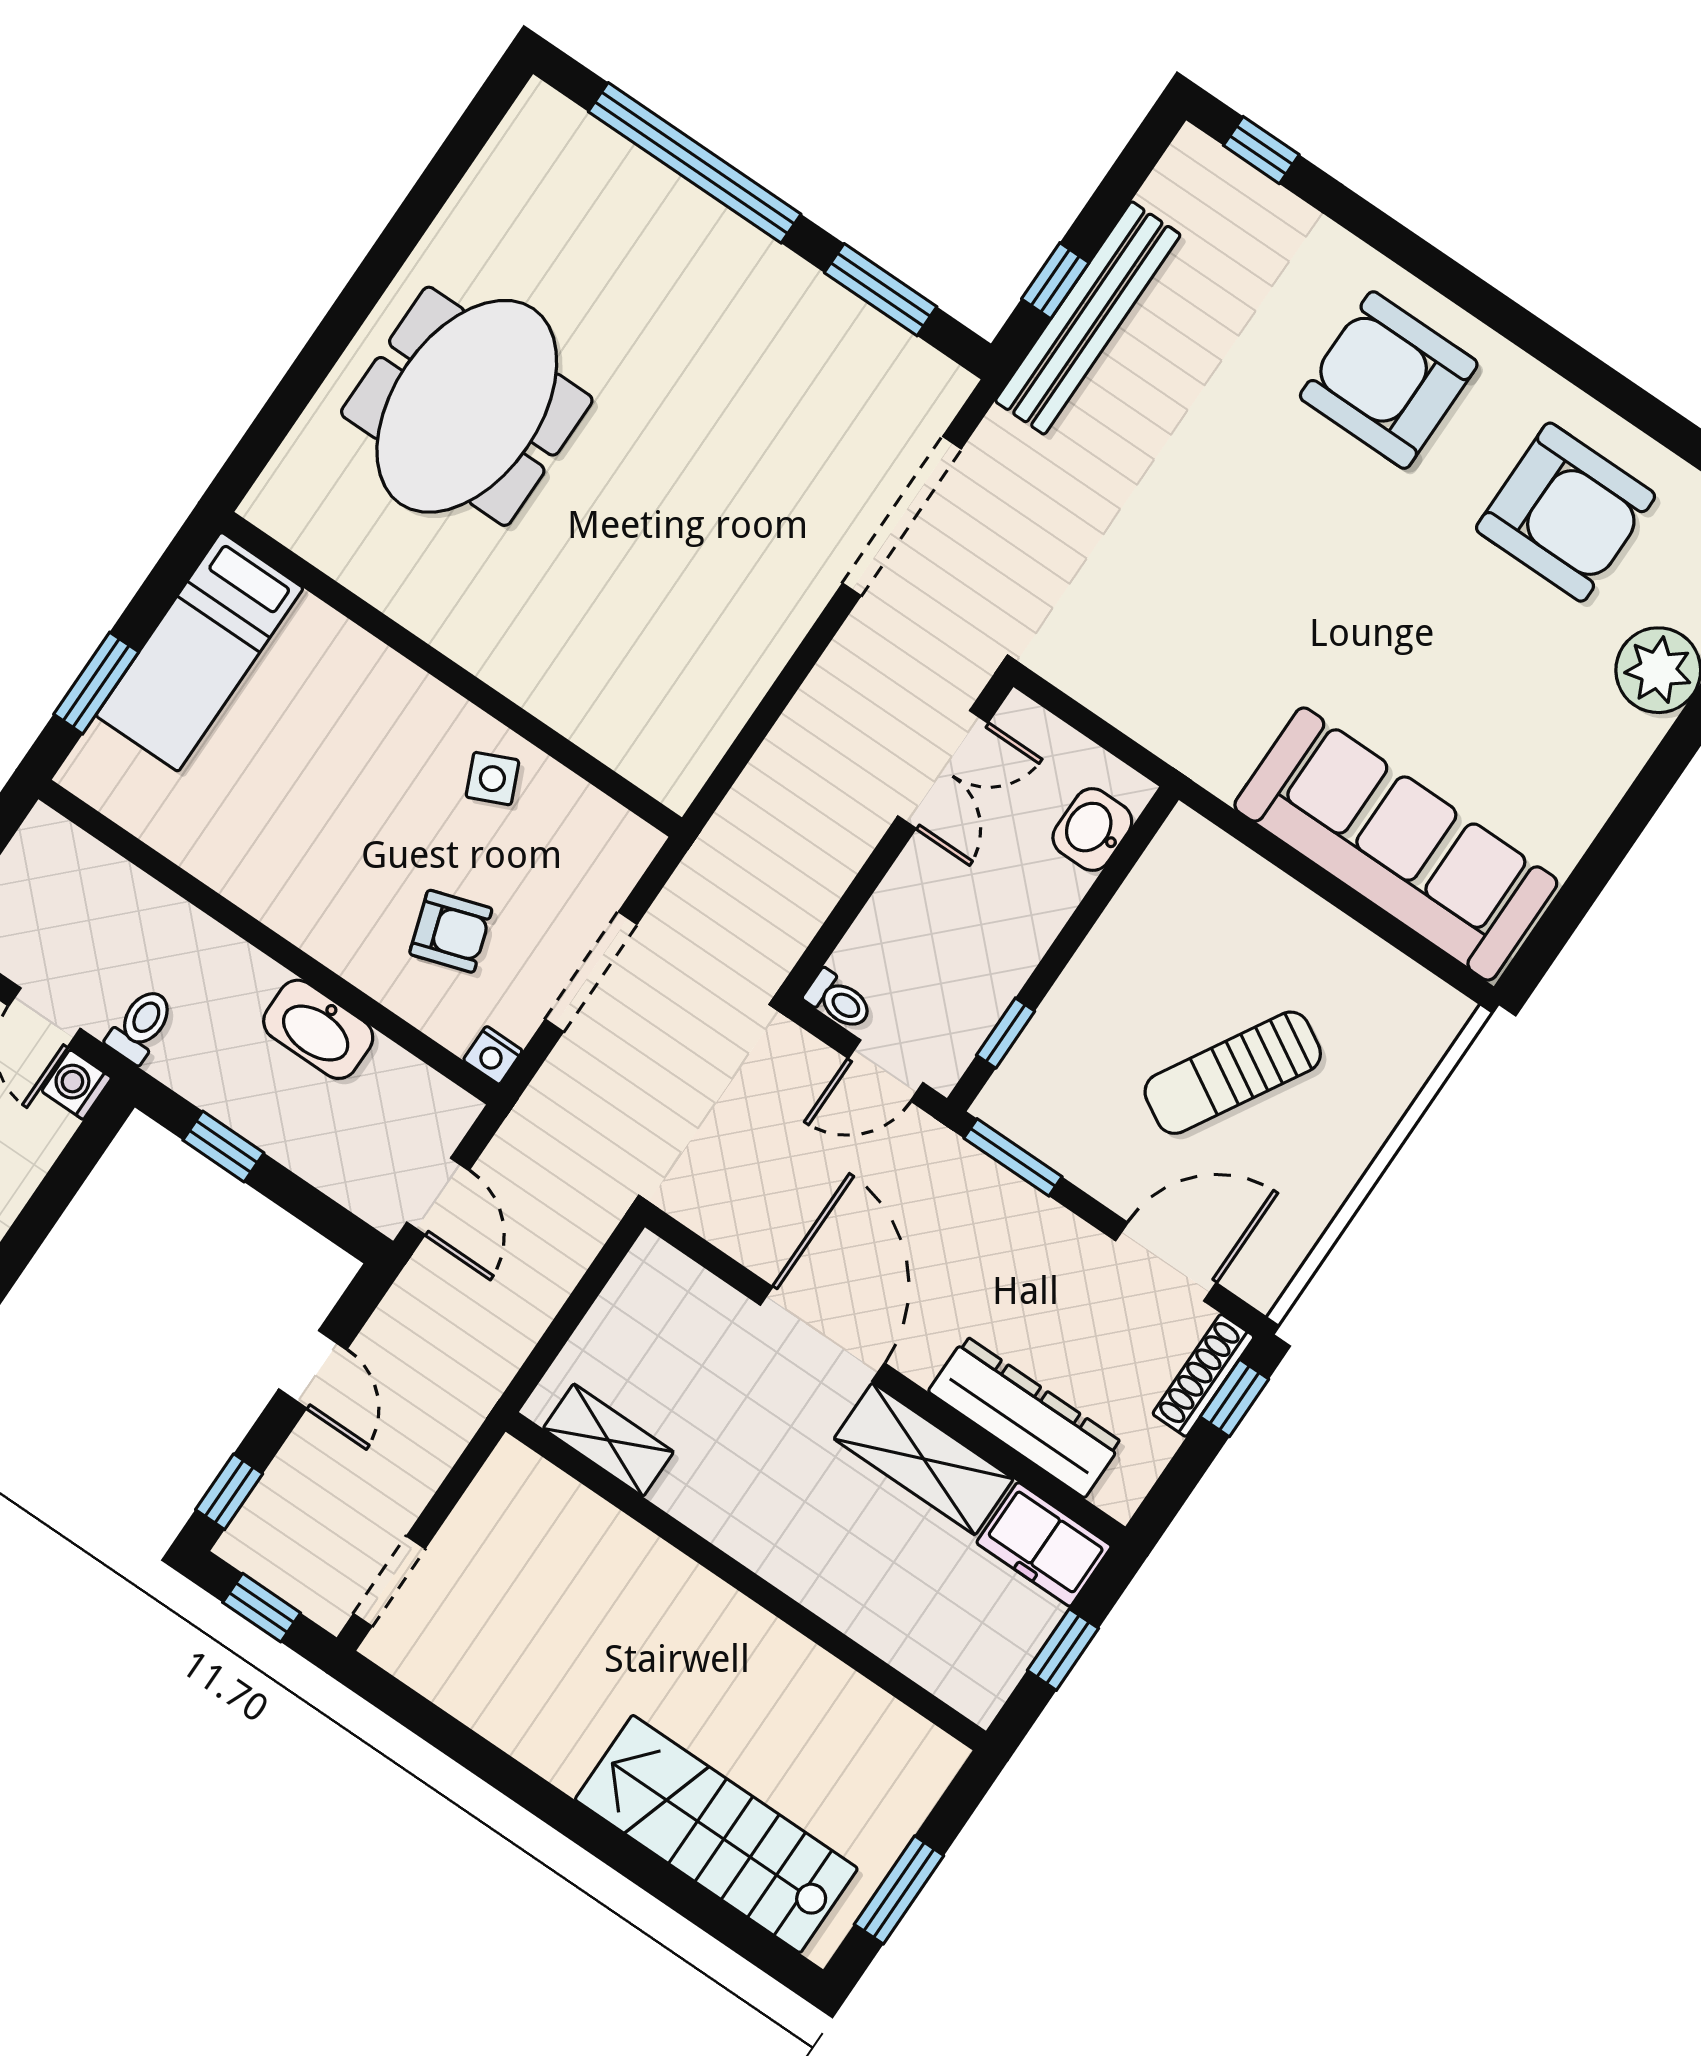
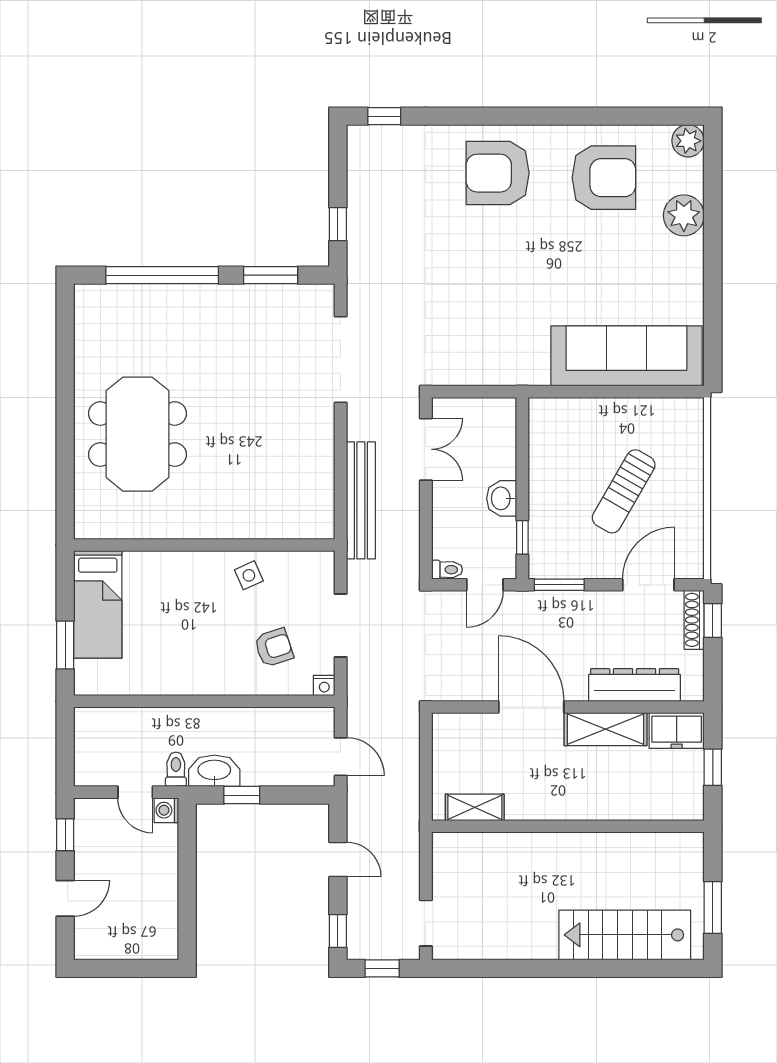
bench: (1088, 318) -> (361, 500), moved
washbasin: (1092, 830) -> (502, 498), moved
washbasin: (318, 1029) -> (214, 771), moved, turned 180

